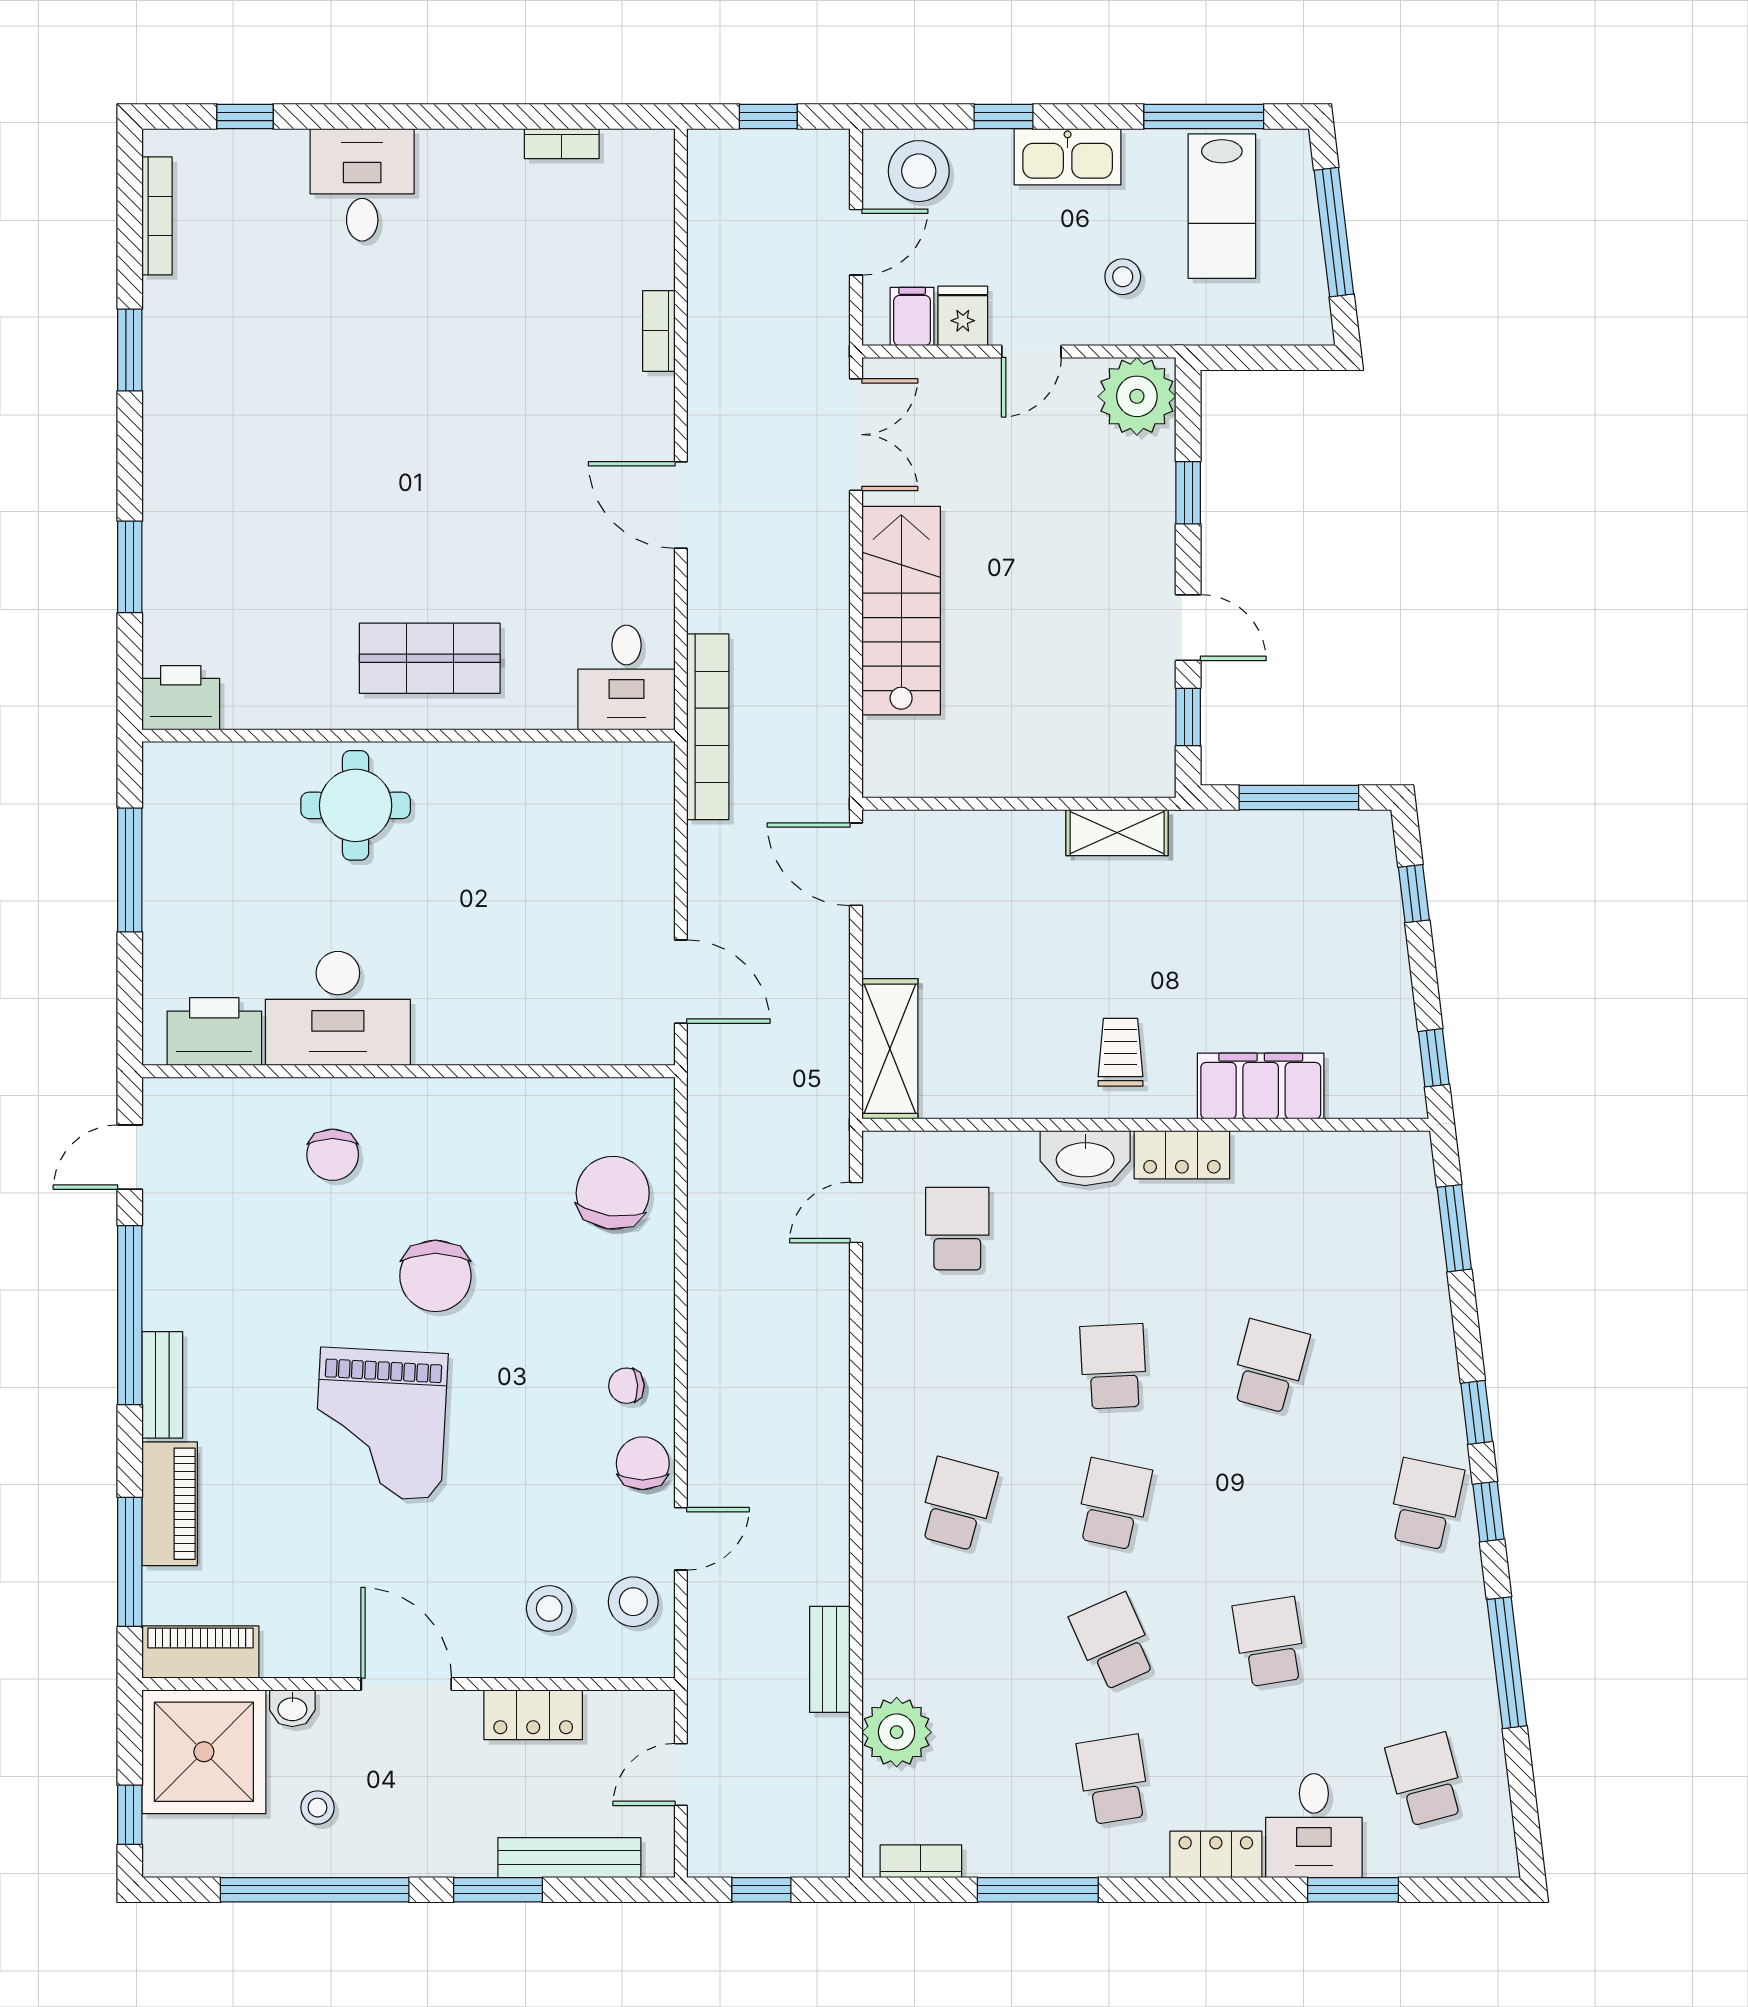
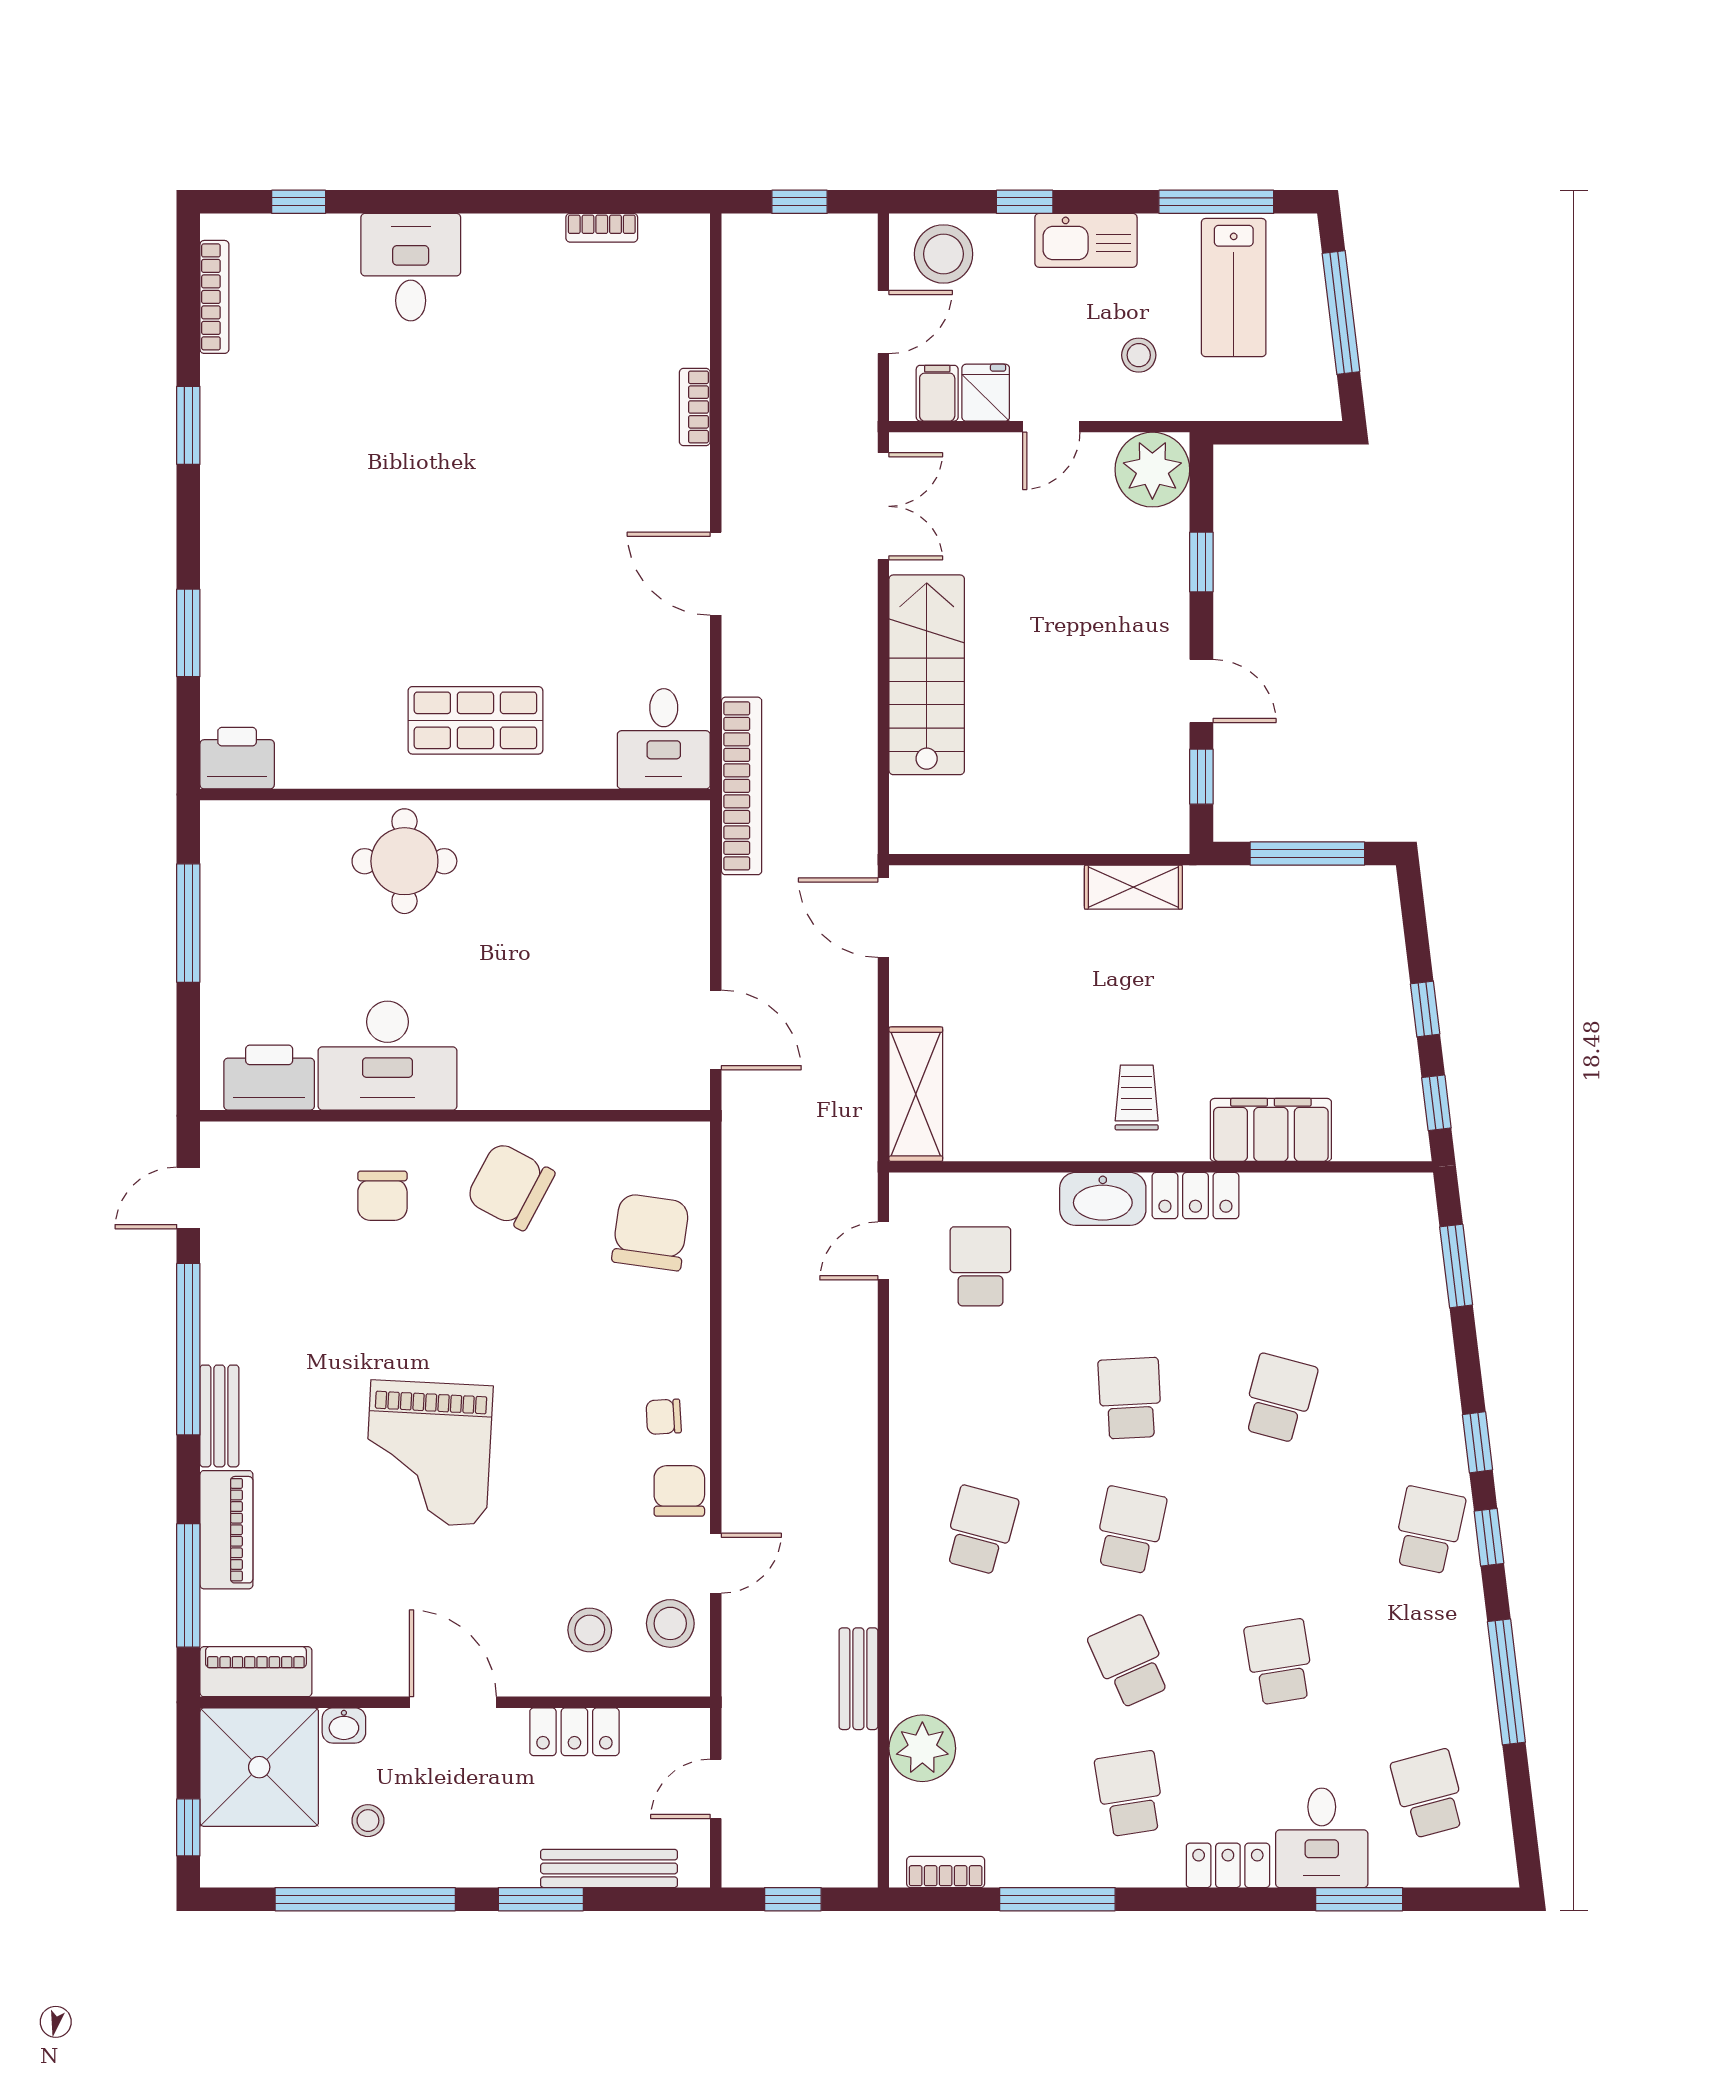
window: (1414, 894) -> (1425, 1009), moved
chair: (435, 1276) -> (510, 1186), moved, turned 118

